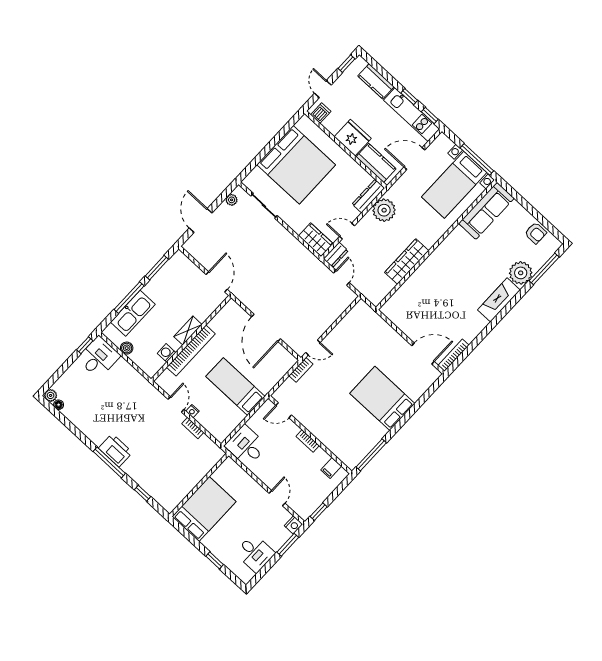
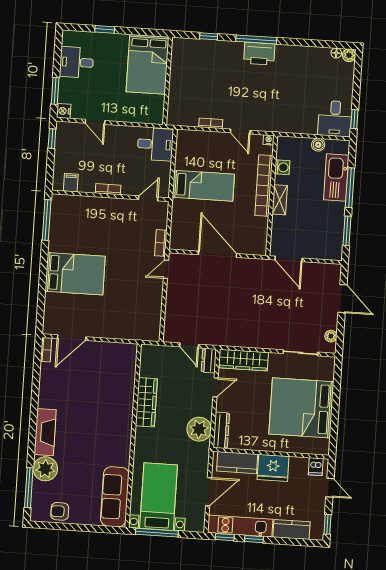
wardrobe: (316, 240) -> (243, 360), width x1.50
bookcase: (454, 355) -> (46, 350), width x0.64
nightstand: (192, 411) -> (269, 140), moved

